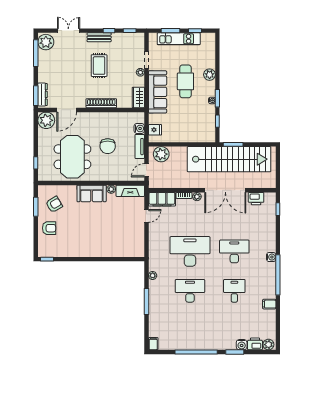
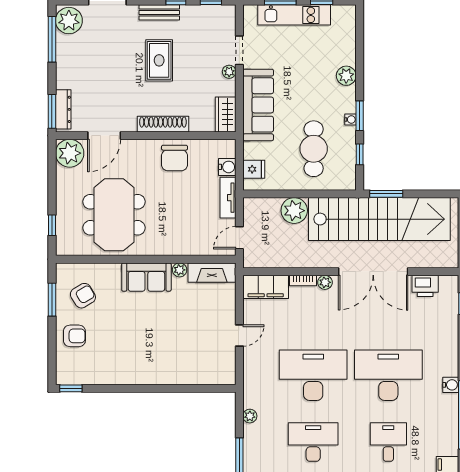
cafe table: (185, 81) -> (314, 149), moved
chair: (108, 146) -> (174, 158), moved
plant: (161, 154) -> (294, 211), moved
door: (146, 216) -> (239, 336), moved
desk: (234, 251) -> (388, 375), width x1.36, depth x1.30

